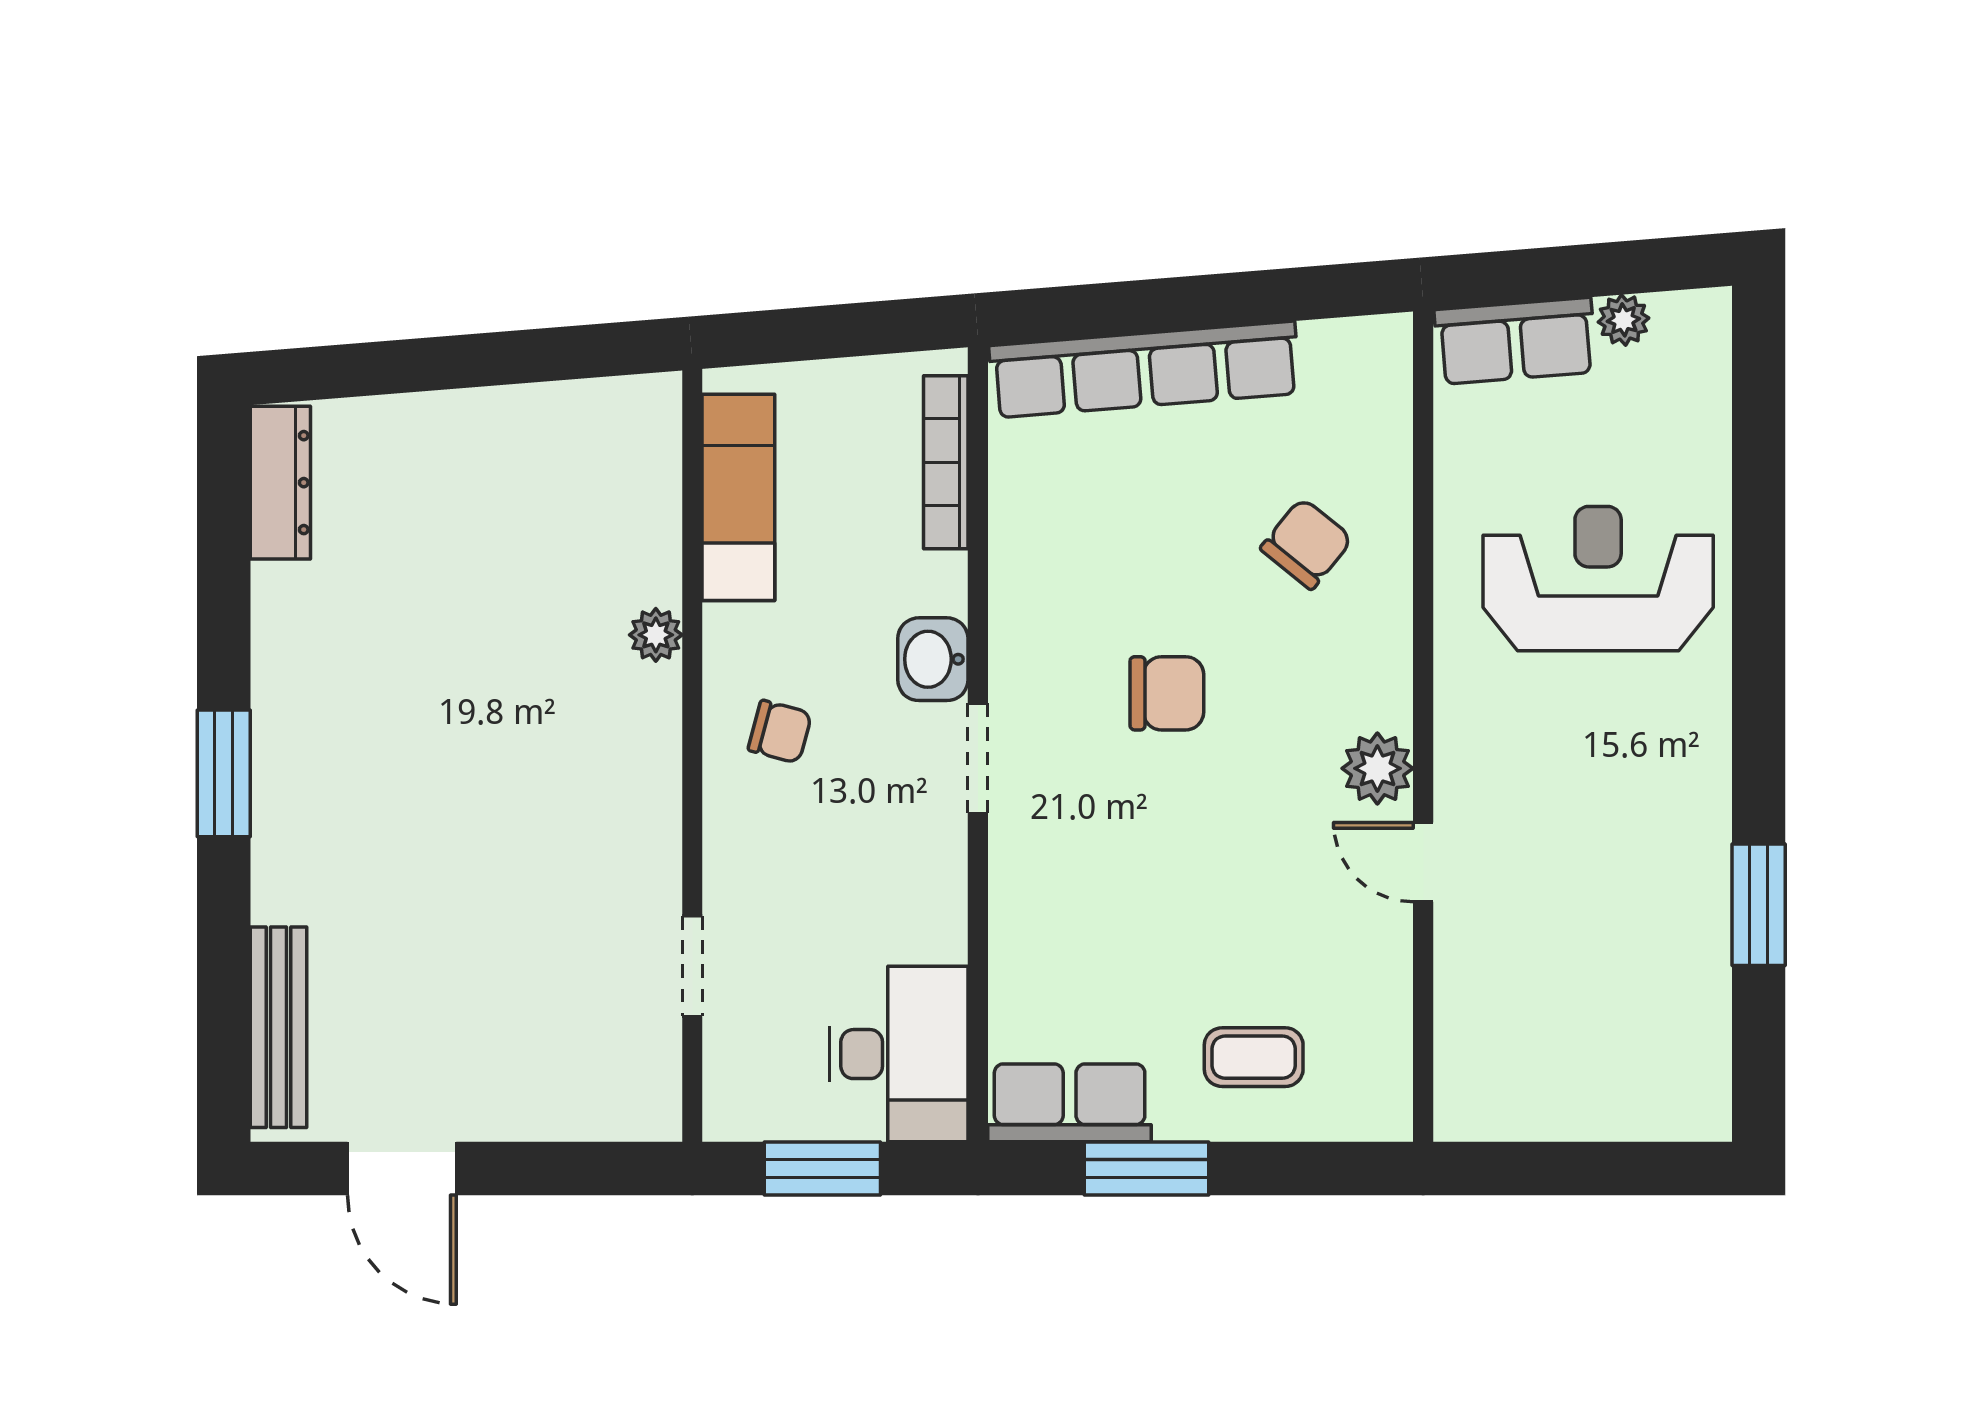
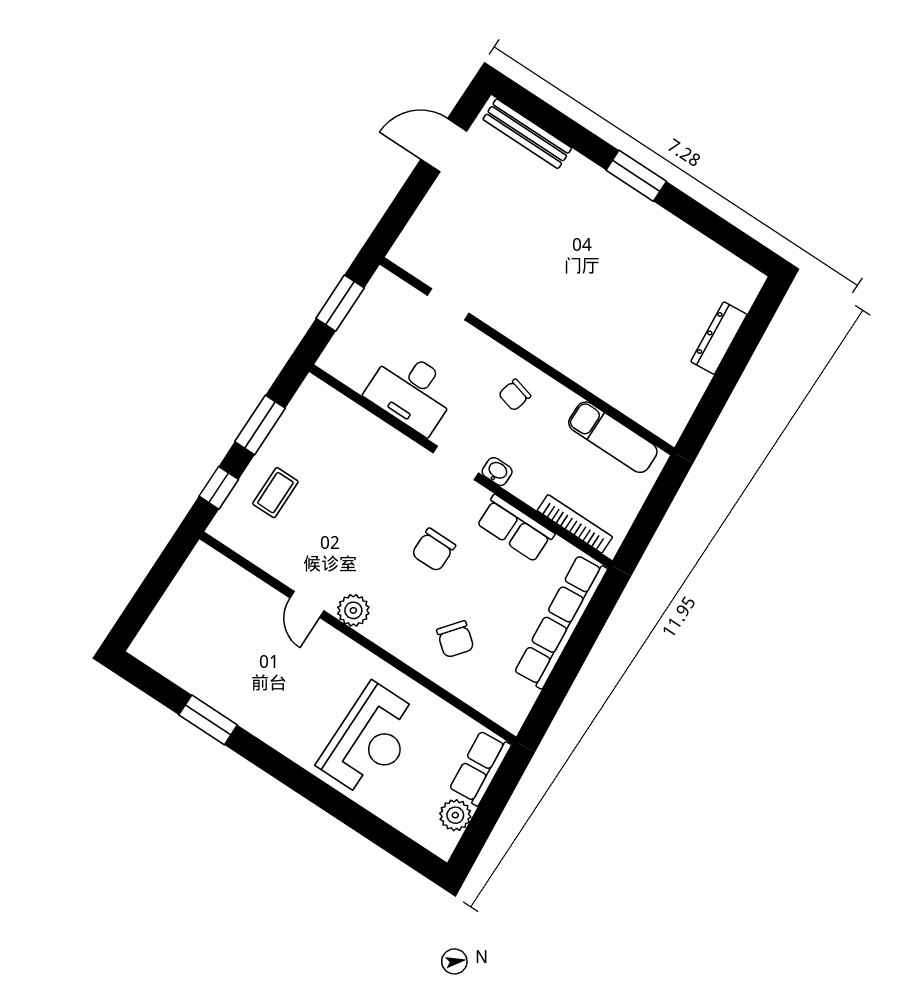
plant: (1623, 320) -> (455, 815), width x1.38, depth x1.38
dresser: (280, 483) -> (719, 338), moved, turned 85
plant: (656, 635) -> (582, 372), removed
washbasin: (933, 659) -> (497, 472), width x0.72, depth x0.69
door: (1423, 862) -> (307, 604), swing flipped
desk: (899, 1054) -> (412, 391), moved
row of seats: (1070, 1103) -> (515, 528), moved, turned 90
window: (1314, 1169) -> (219, 488), added

